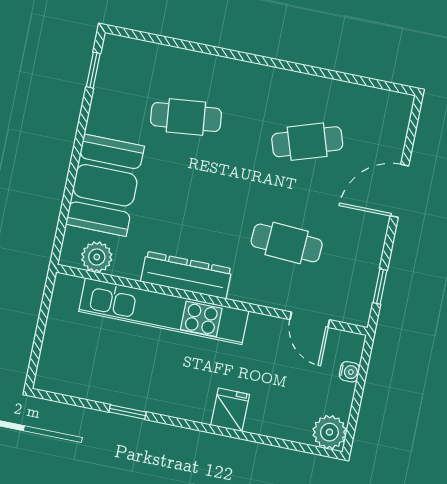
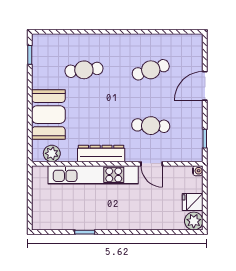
door: (310, 320) -> (152, 164), moved
water cooler: (349, 372) -> (198, 171), moved
fridge: (230, 410) -> (193, 202), moved, turned -90

